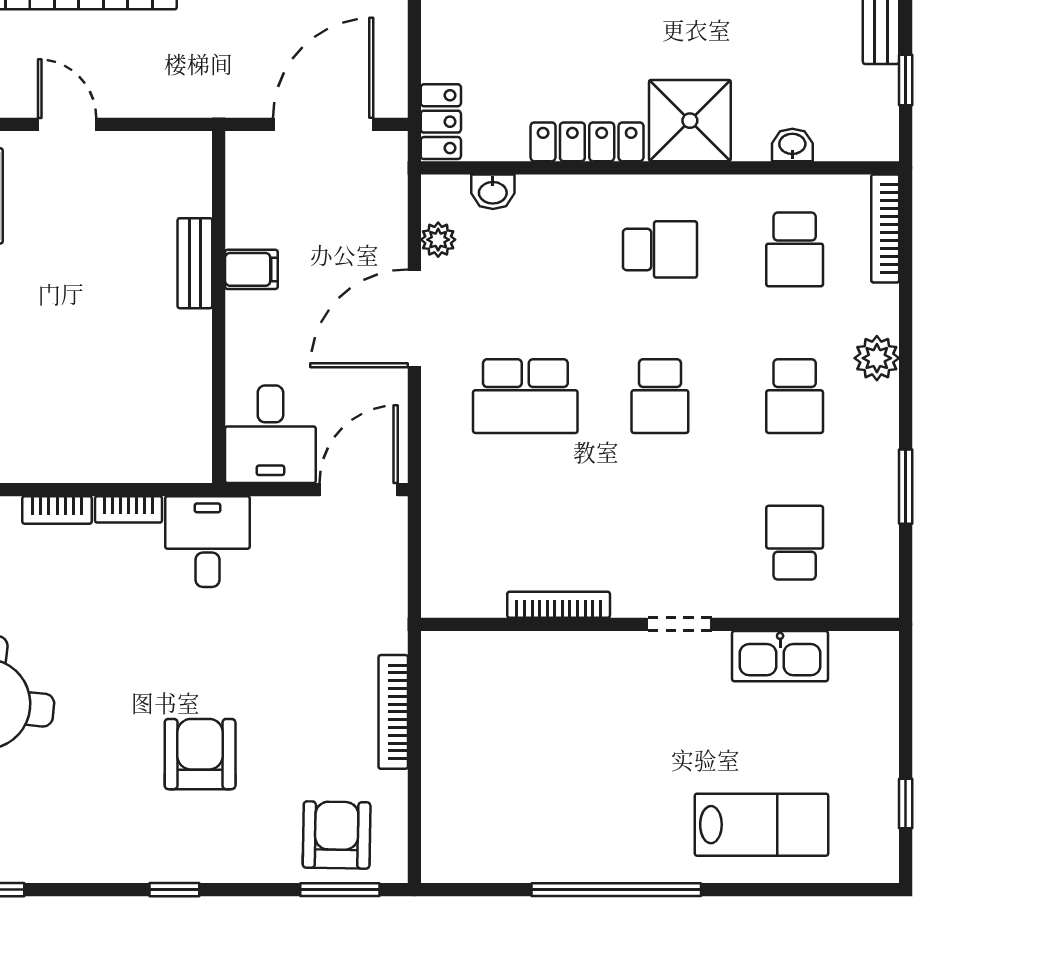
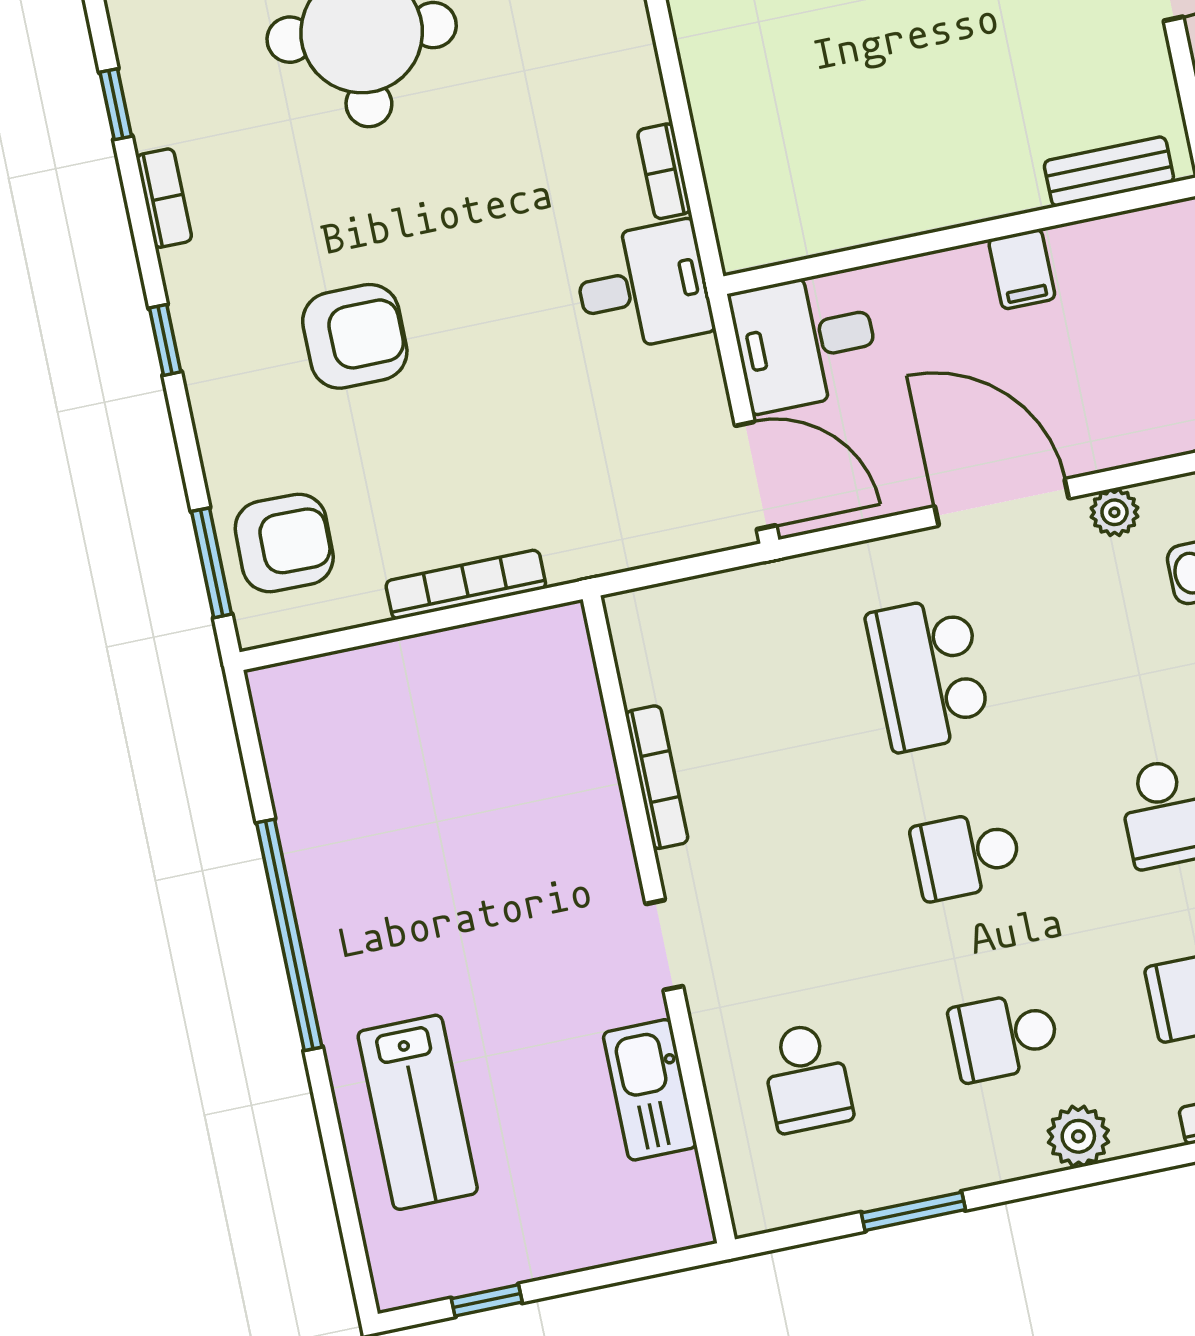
bench: (195, 263) -> (1109, 172), moved
bookcase: (57, 510) -> (164, 198), moved, turned 180
school desk: (795, 543) -> (807, 1078), turned 90

